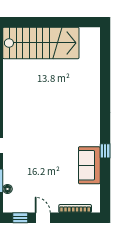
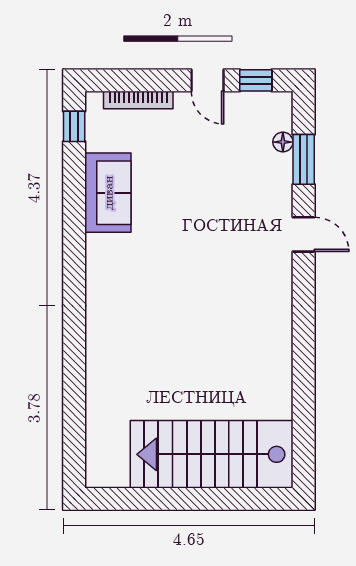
window: (105, 151) -> (74, 126), moved

